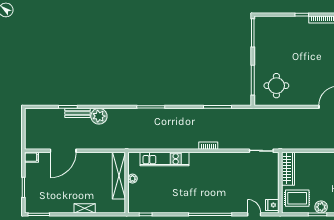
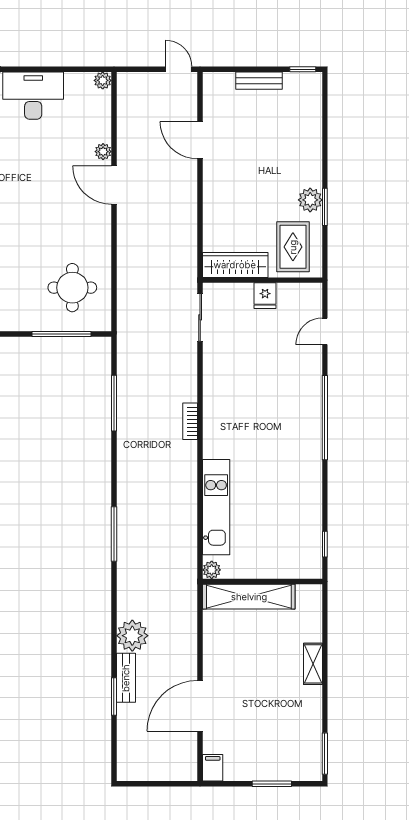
door: (63, 151) -> (200, 706), swing flipped
plant: (132, 179) -> (212, 570), moved
fridge: (272, 205) -> (265, 296), moved

